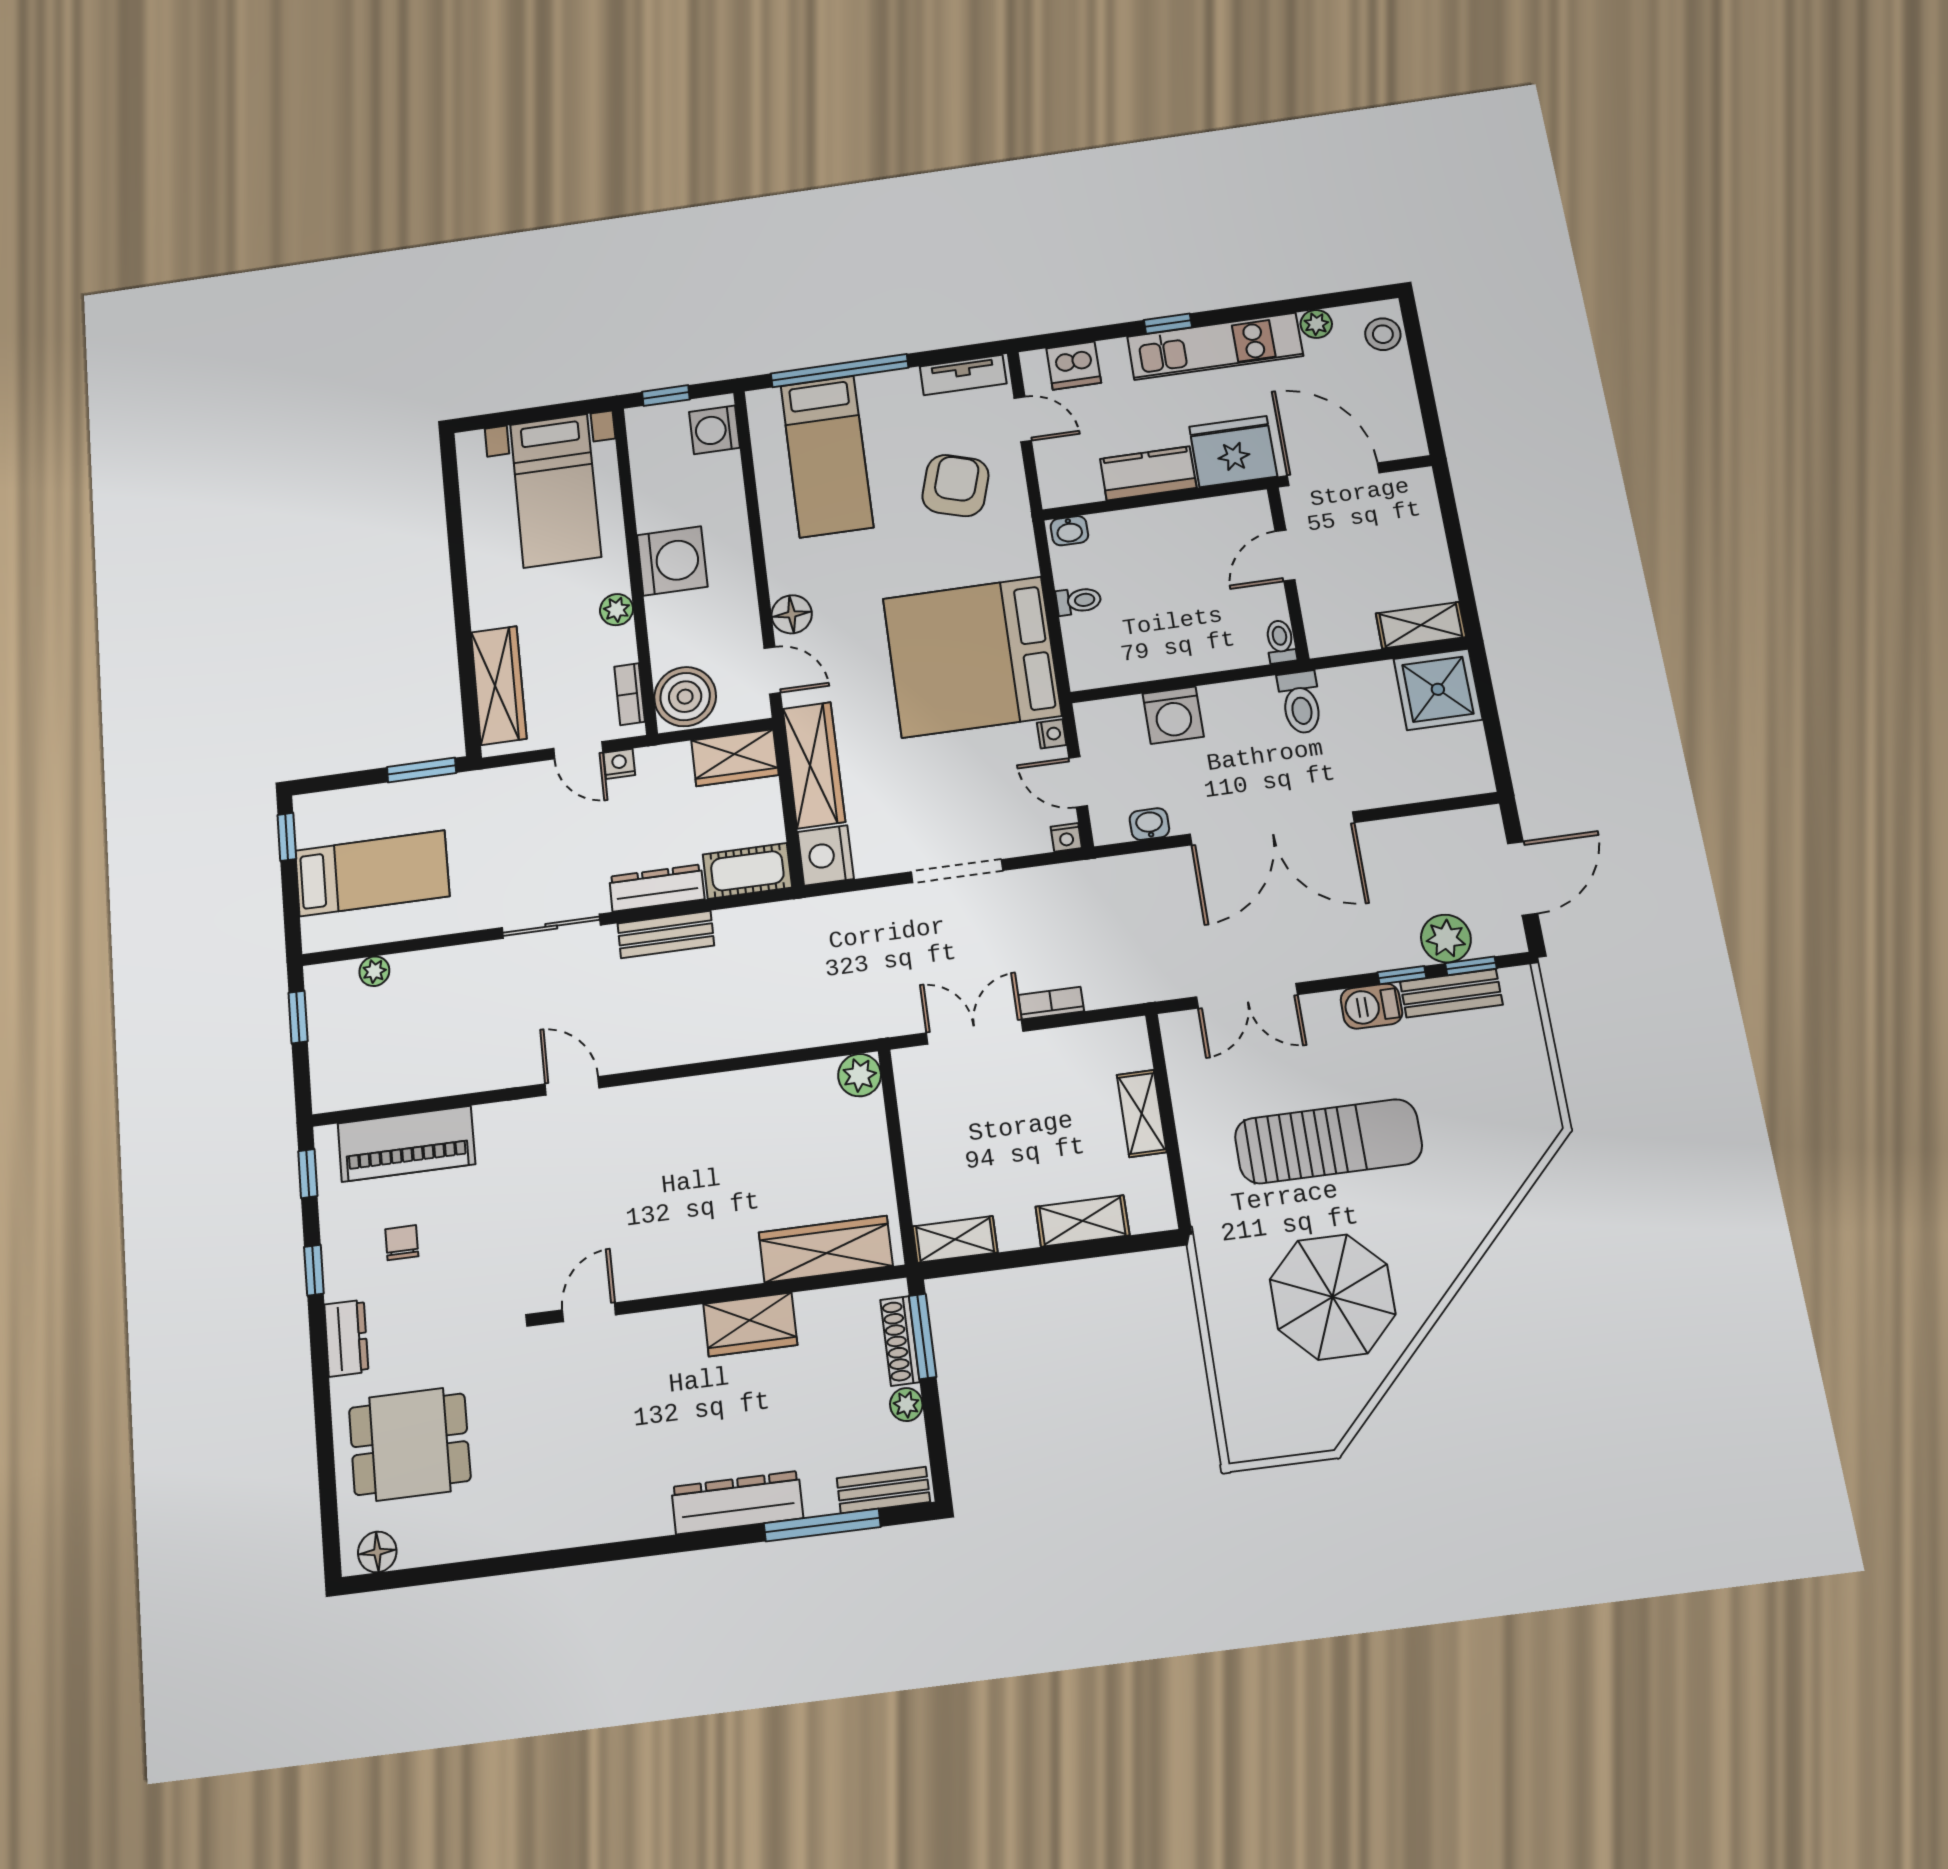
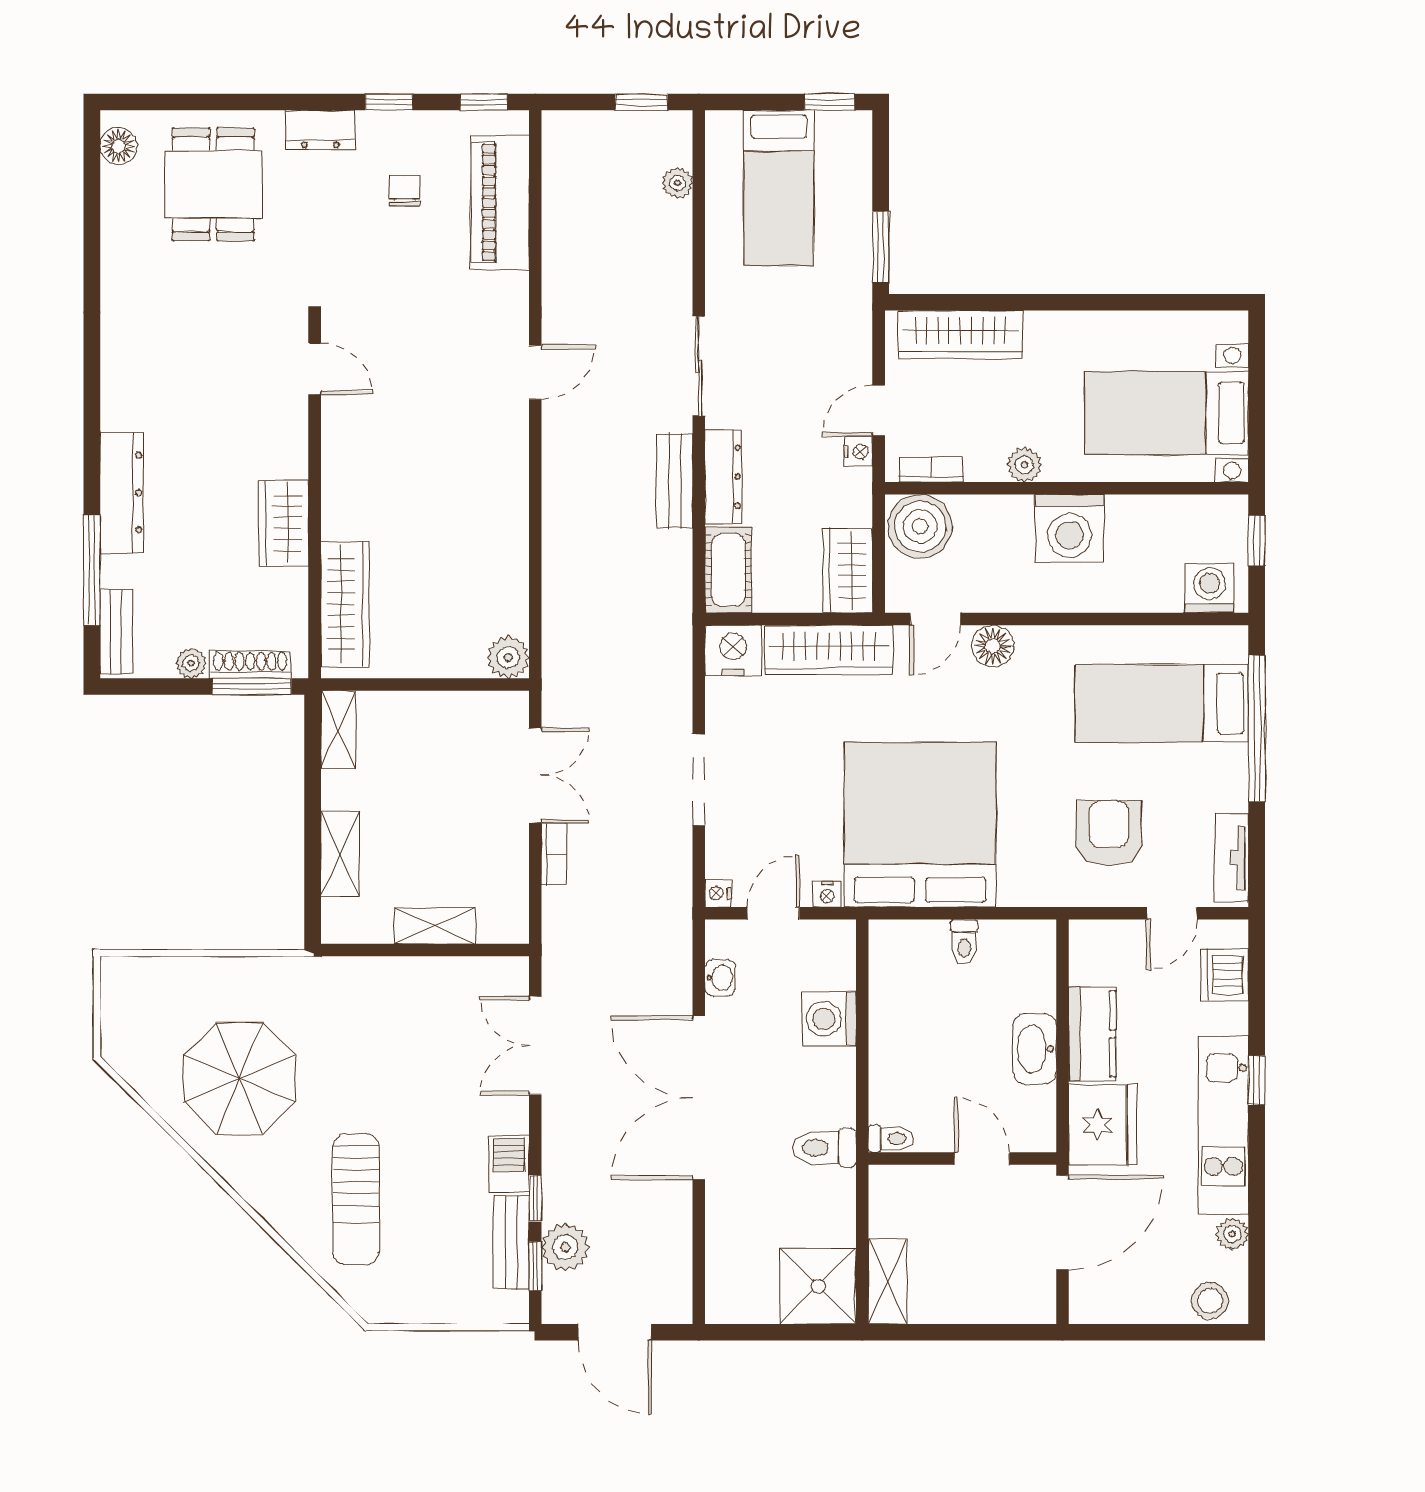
armchair: (955, 486) -> (1109, 833), turned -107
washbasin: (1069, 531) -> (1035, 1049), moved, width x1.91, depth x1.45
sun lounger: (1328, 1141) -> (356, 1199), moved, width x0.73, depth x0.75
chair: (402, 1243) -> (404, 191), turned -90

